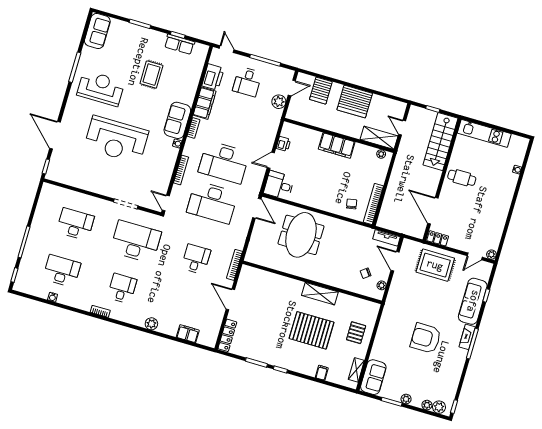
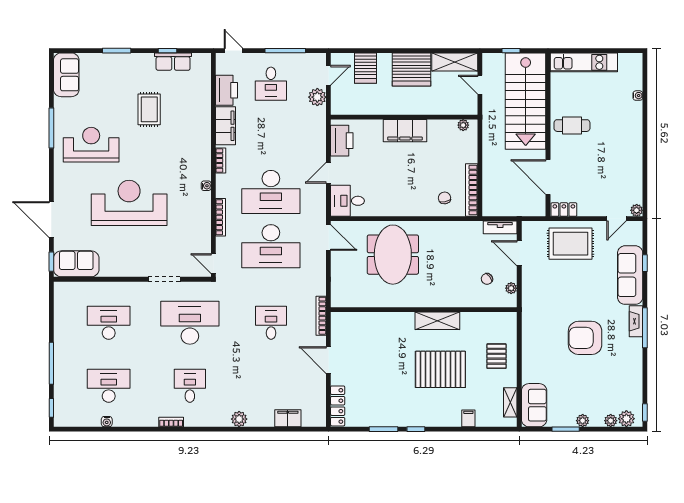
sofa: (177, 120) -> (76, 264), moved, turned 90
shelving: (379, 138) -> (455, 62), moved
reception desk: (116, 140) -> (129, 203), turned 180
stairs: (440, 142) -> (526, 101), width x1.36, depth x1.51
printer: (283, 144) -> (342, 141), width x1.87, depth x1.48

